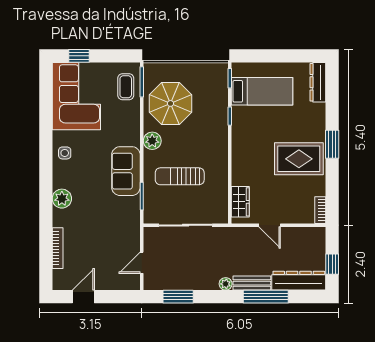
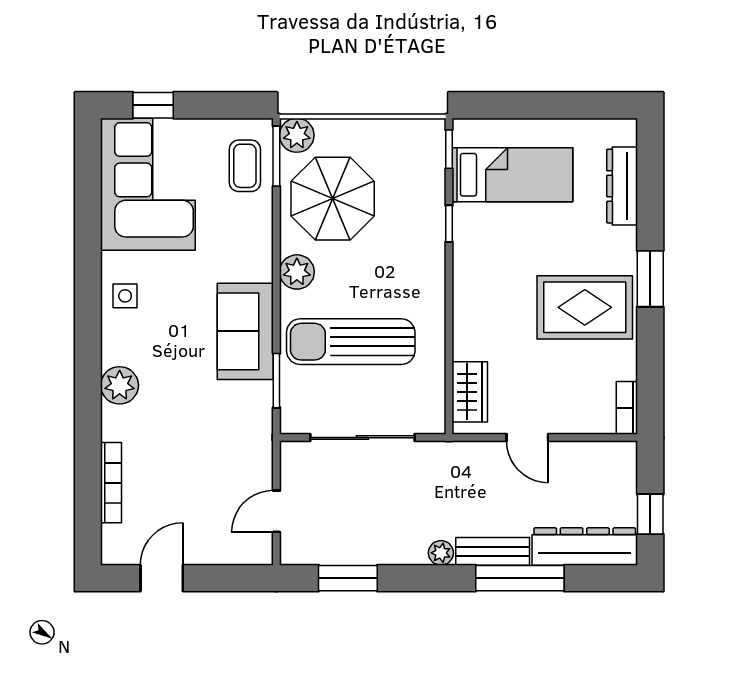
plant: (152, 71) -> (297, 135), added
dresser: (318, 82) -> (622, 186), moved
sun lounger: (180, 176) -> (351, 342), width x1.36, depth x1.34

